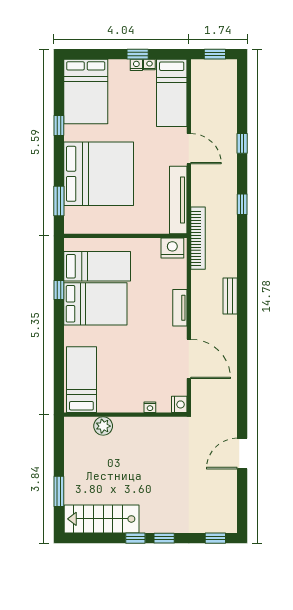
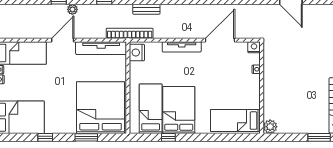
plant: (230, 162) -> (72, 9), added
bed: (99, 174) -> (101, 108), moved
window: (59, 201) -> (86, 137), moved
bench: (230, 296) -> (146, 9), moved
tv unit: (180, 308) -> (182, 47), width x1.41
plant: (103, 426) -> (270, 127), moved

